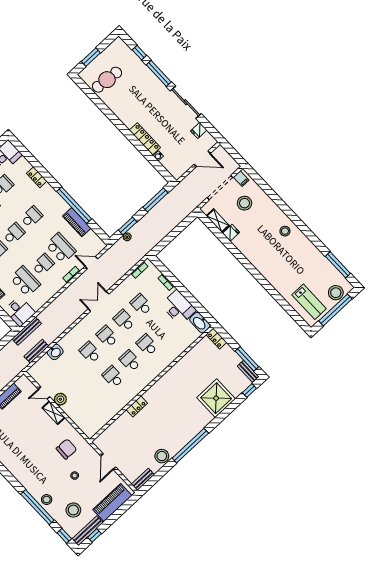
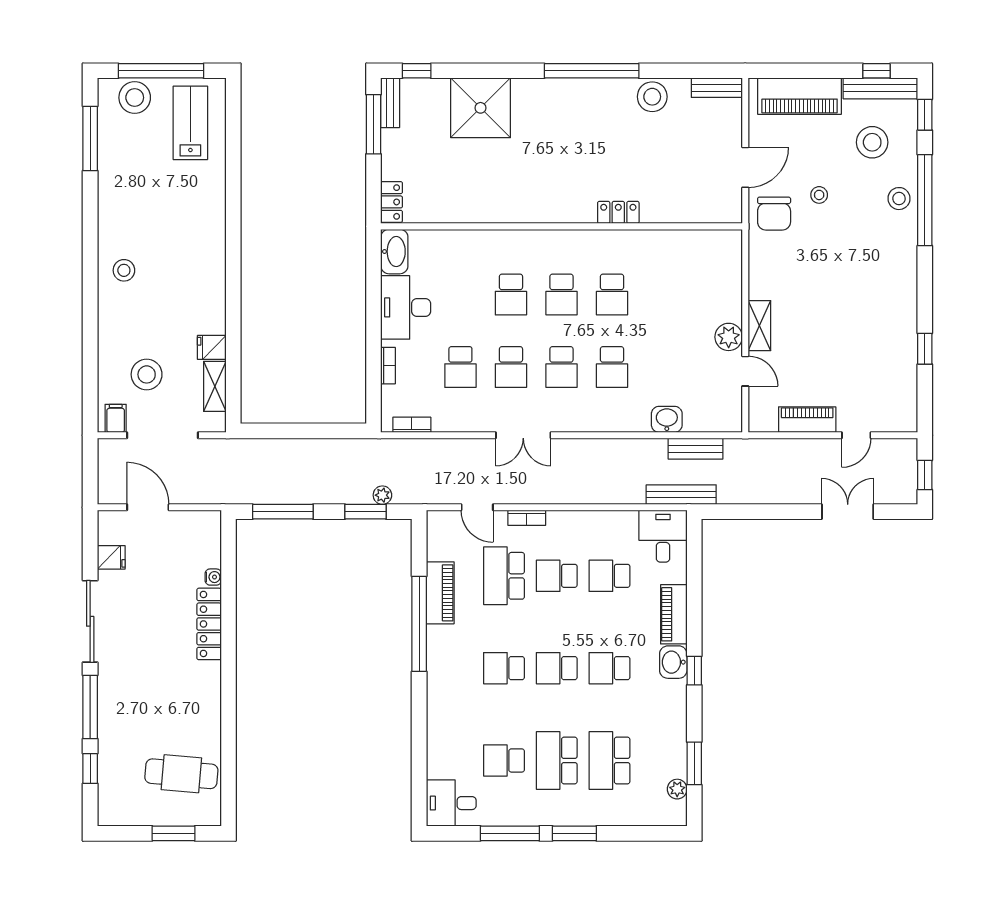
locker: (37, 177) -> (437, 723), removed
school desk: (25, 281) -> (609, 576), width x0.54
chair: (67, 449) -> (774, 214), moved, turned -92

